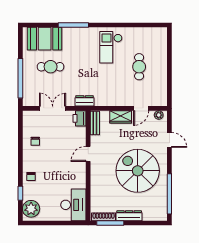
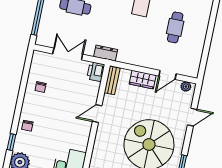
door: (169, 140) -> (192, 117), hinge flipped

